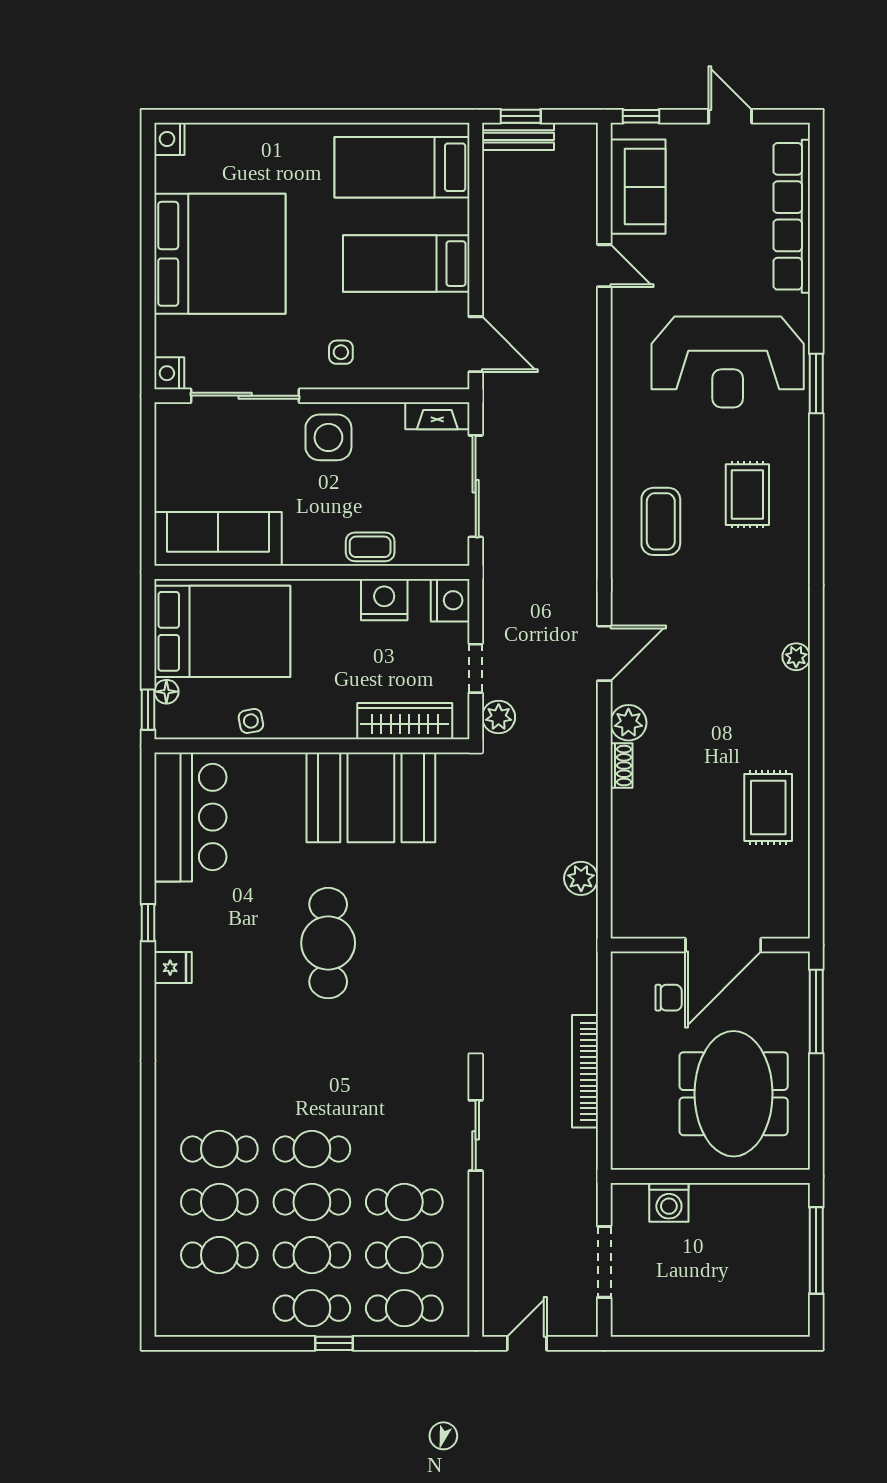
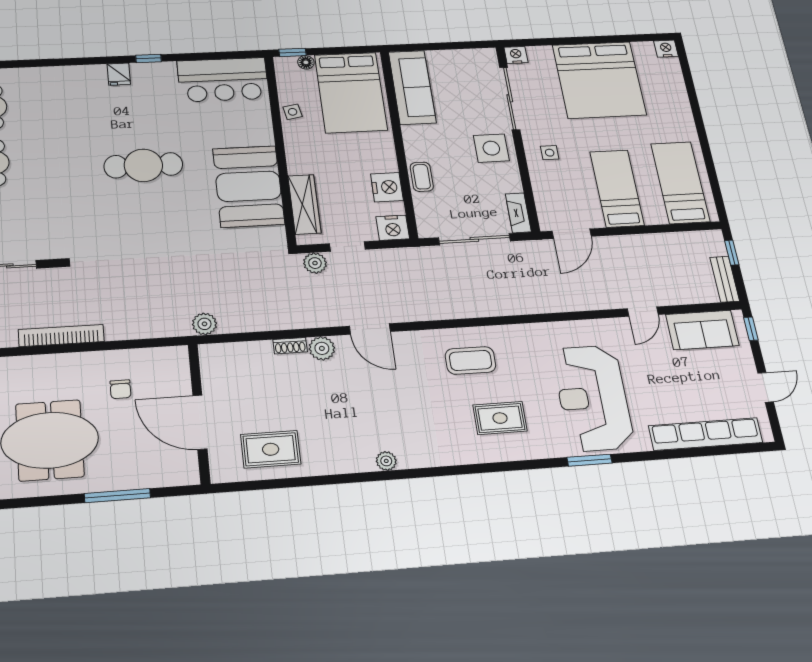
bench: (518, 136) -> (725, 279), moved
wall: (710, 945) -> (199, 413), moved
door: (723, 945) -> (200, 422), moved

